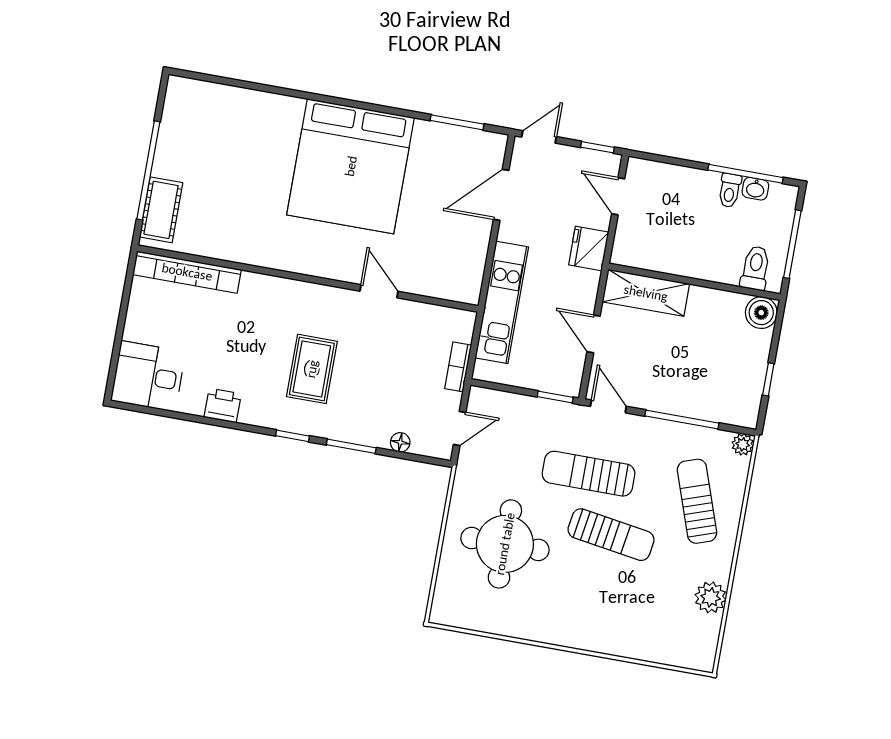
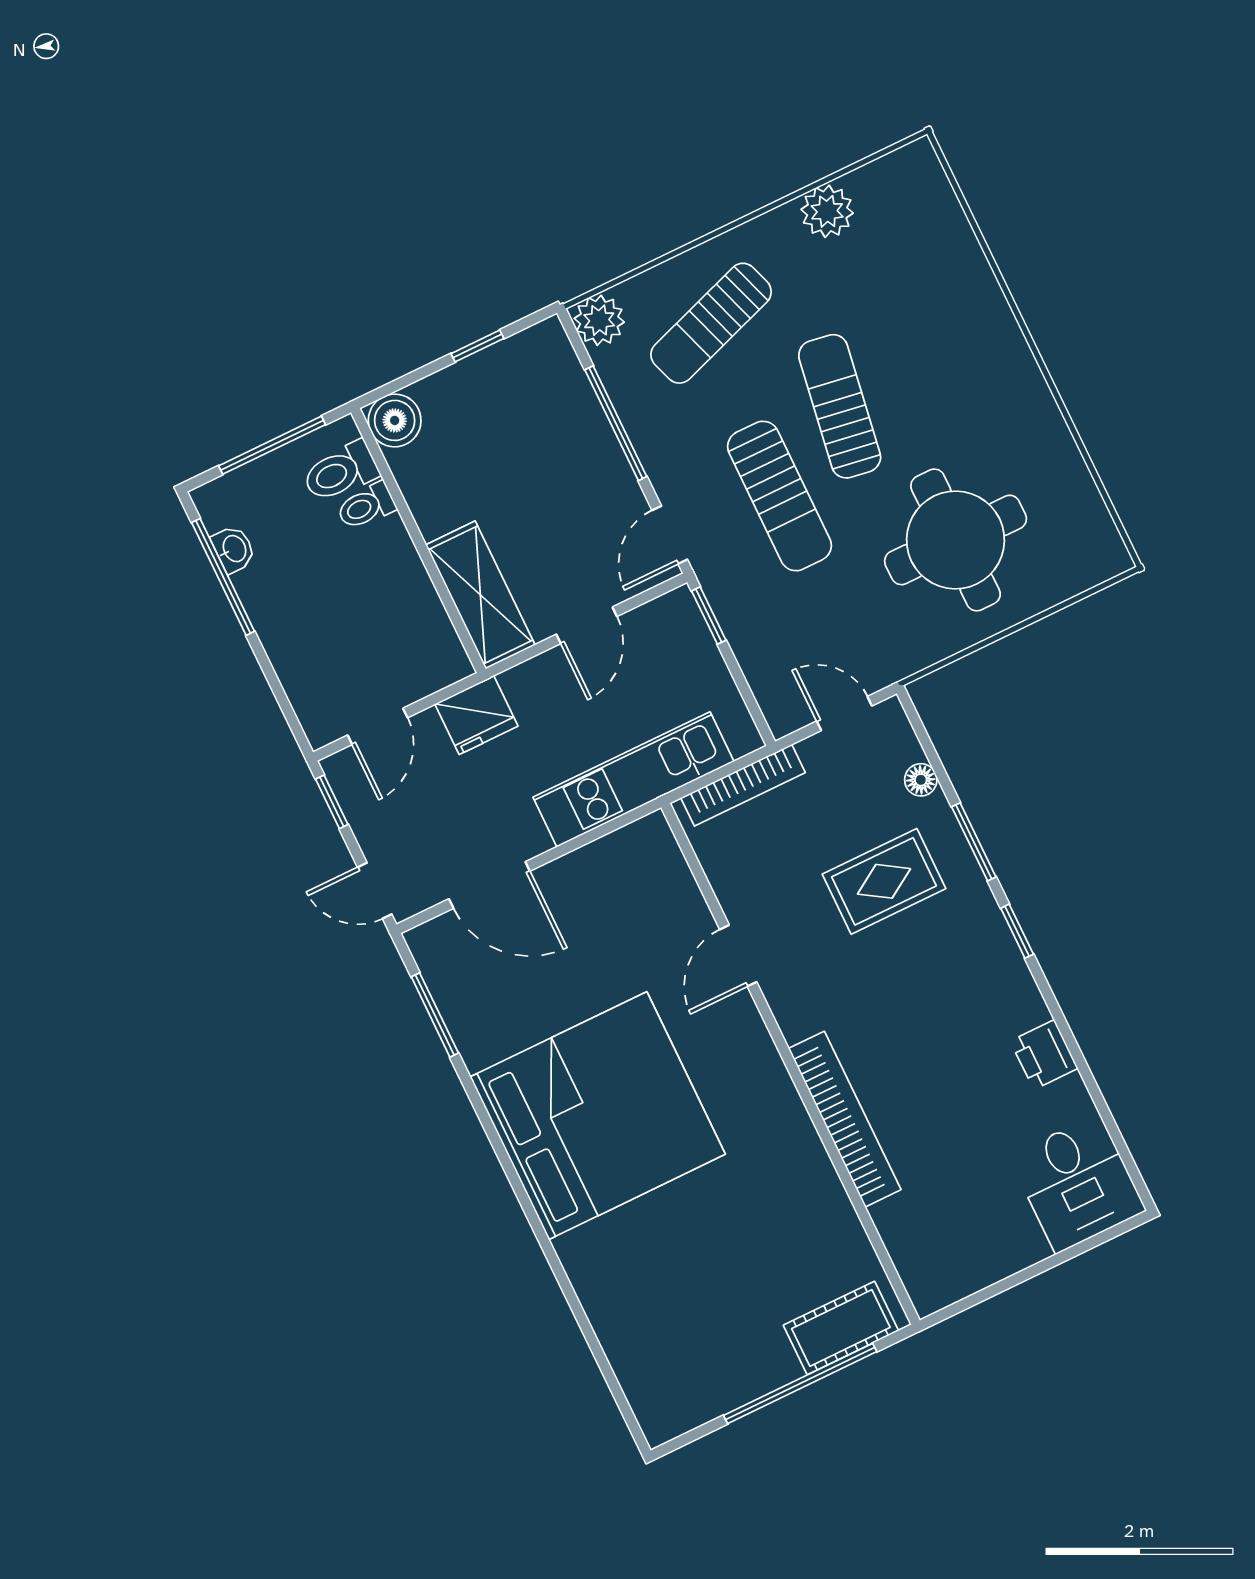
toilet: (730, 190) -> (366, 506), moved, turned 180
bookcase: (187, 272) -> (845, 1119), moved
bookcase: (458, 367) -> (743, 785), width x1.56
rug: (312, 369) -> (884, 881), moved
plant: (743, 444) -> (599, 320), width x1.38, depth x1.38

